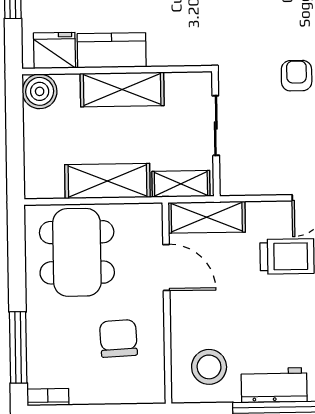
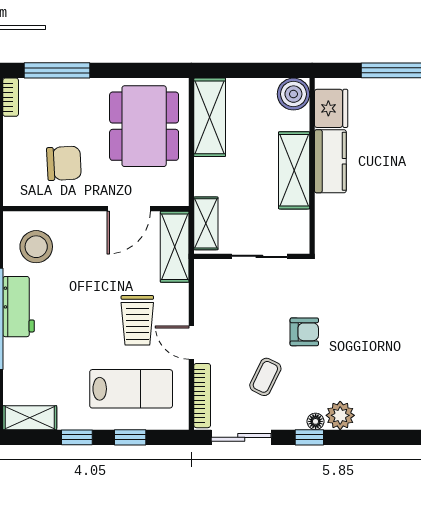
shelving: (107, 181) -> (210, 117), moved
dining table: (77, 252) -> (144, 126), turned 90

